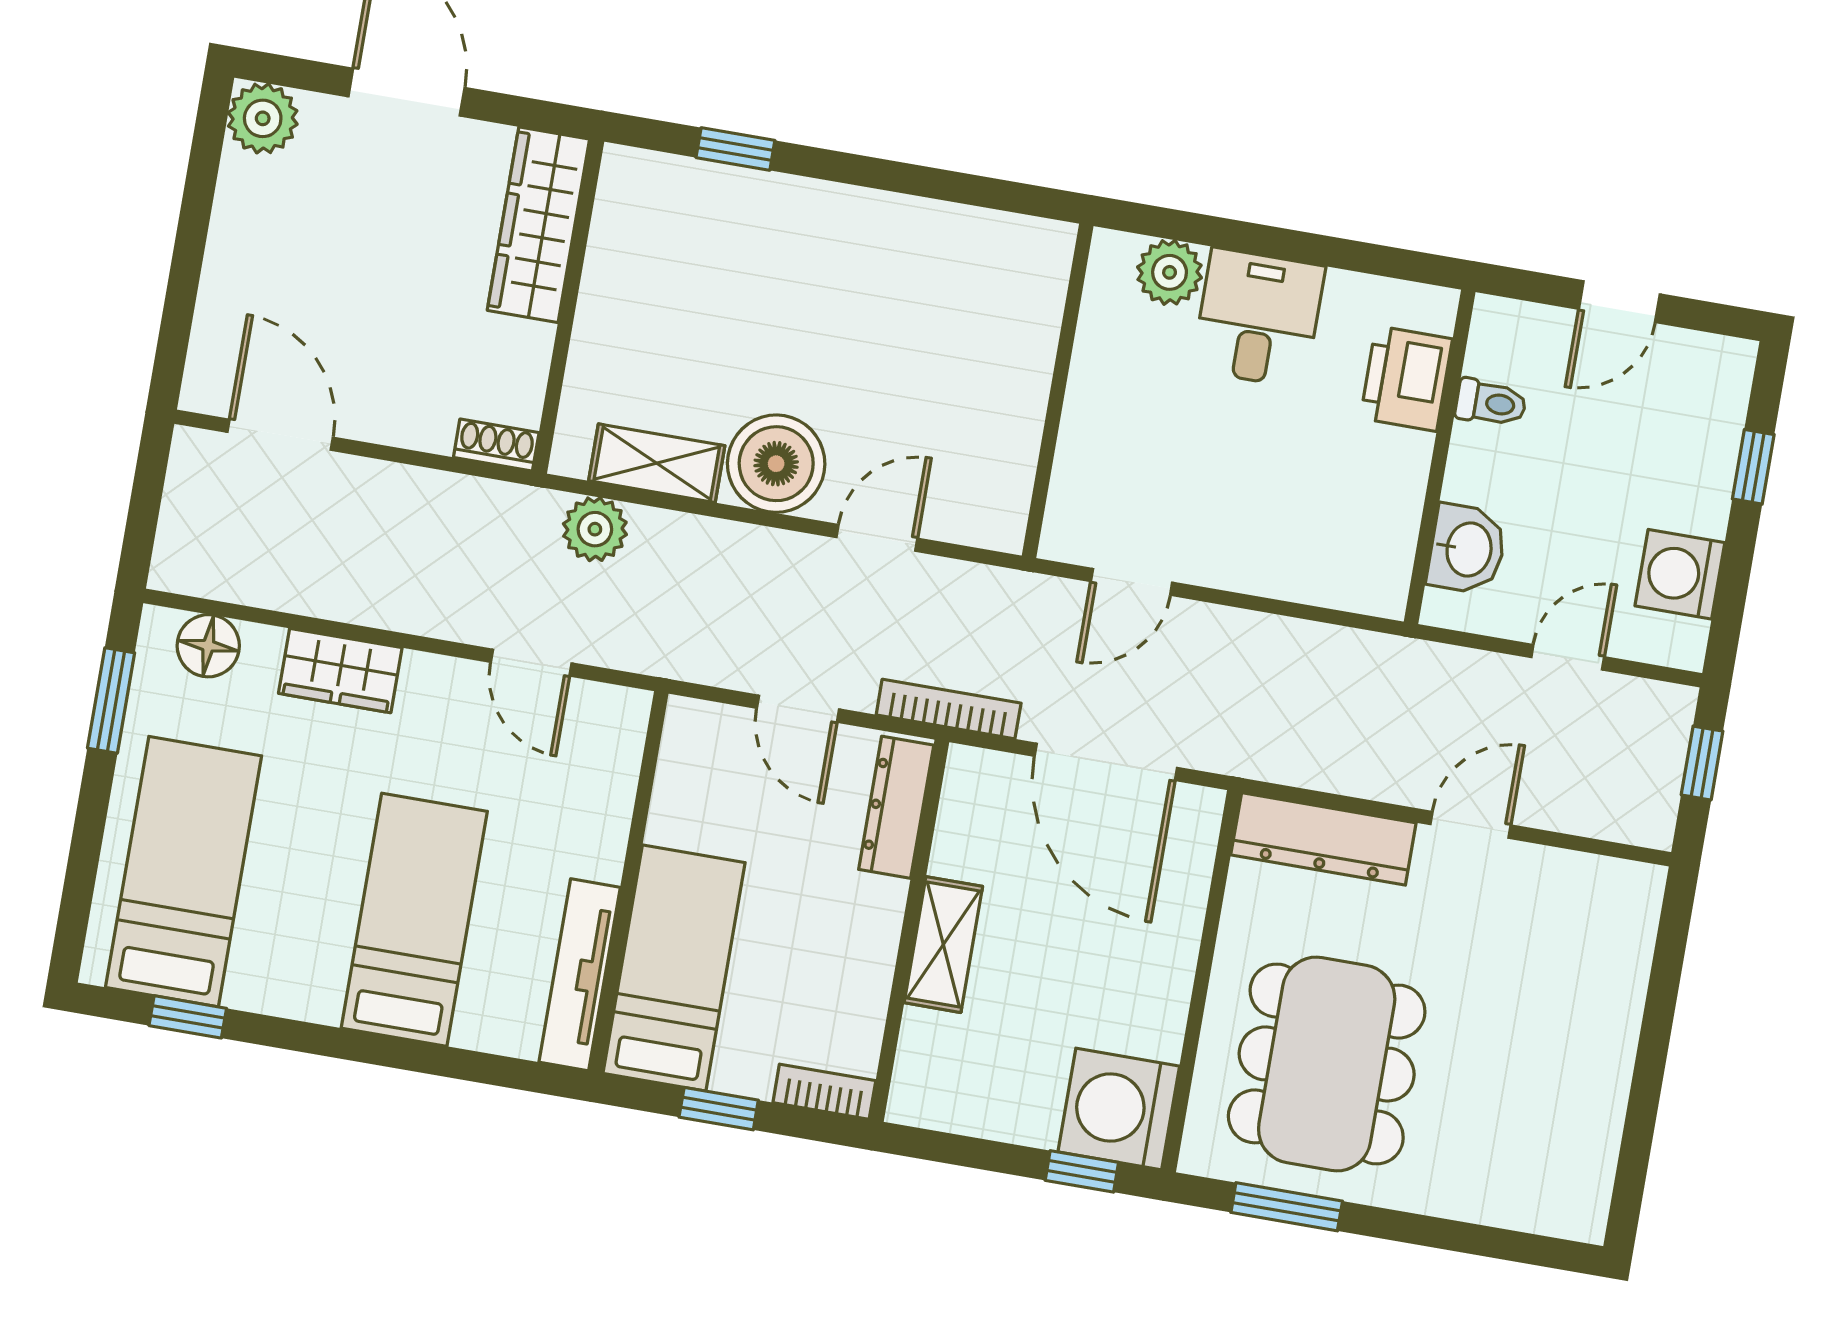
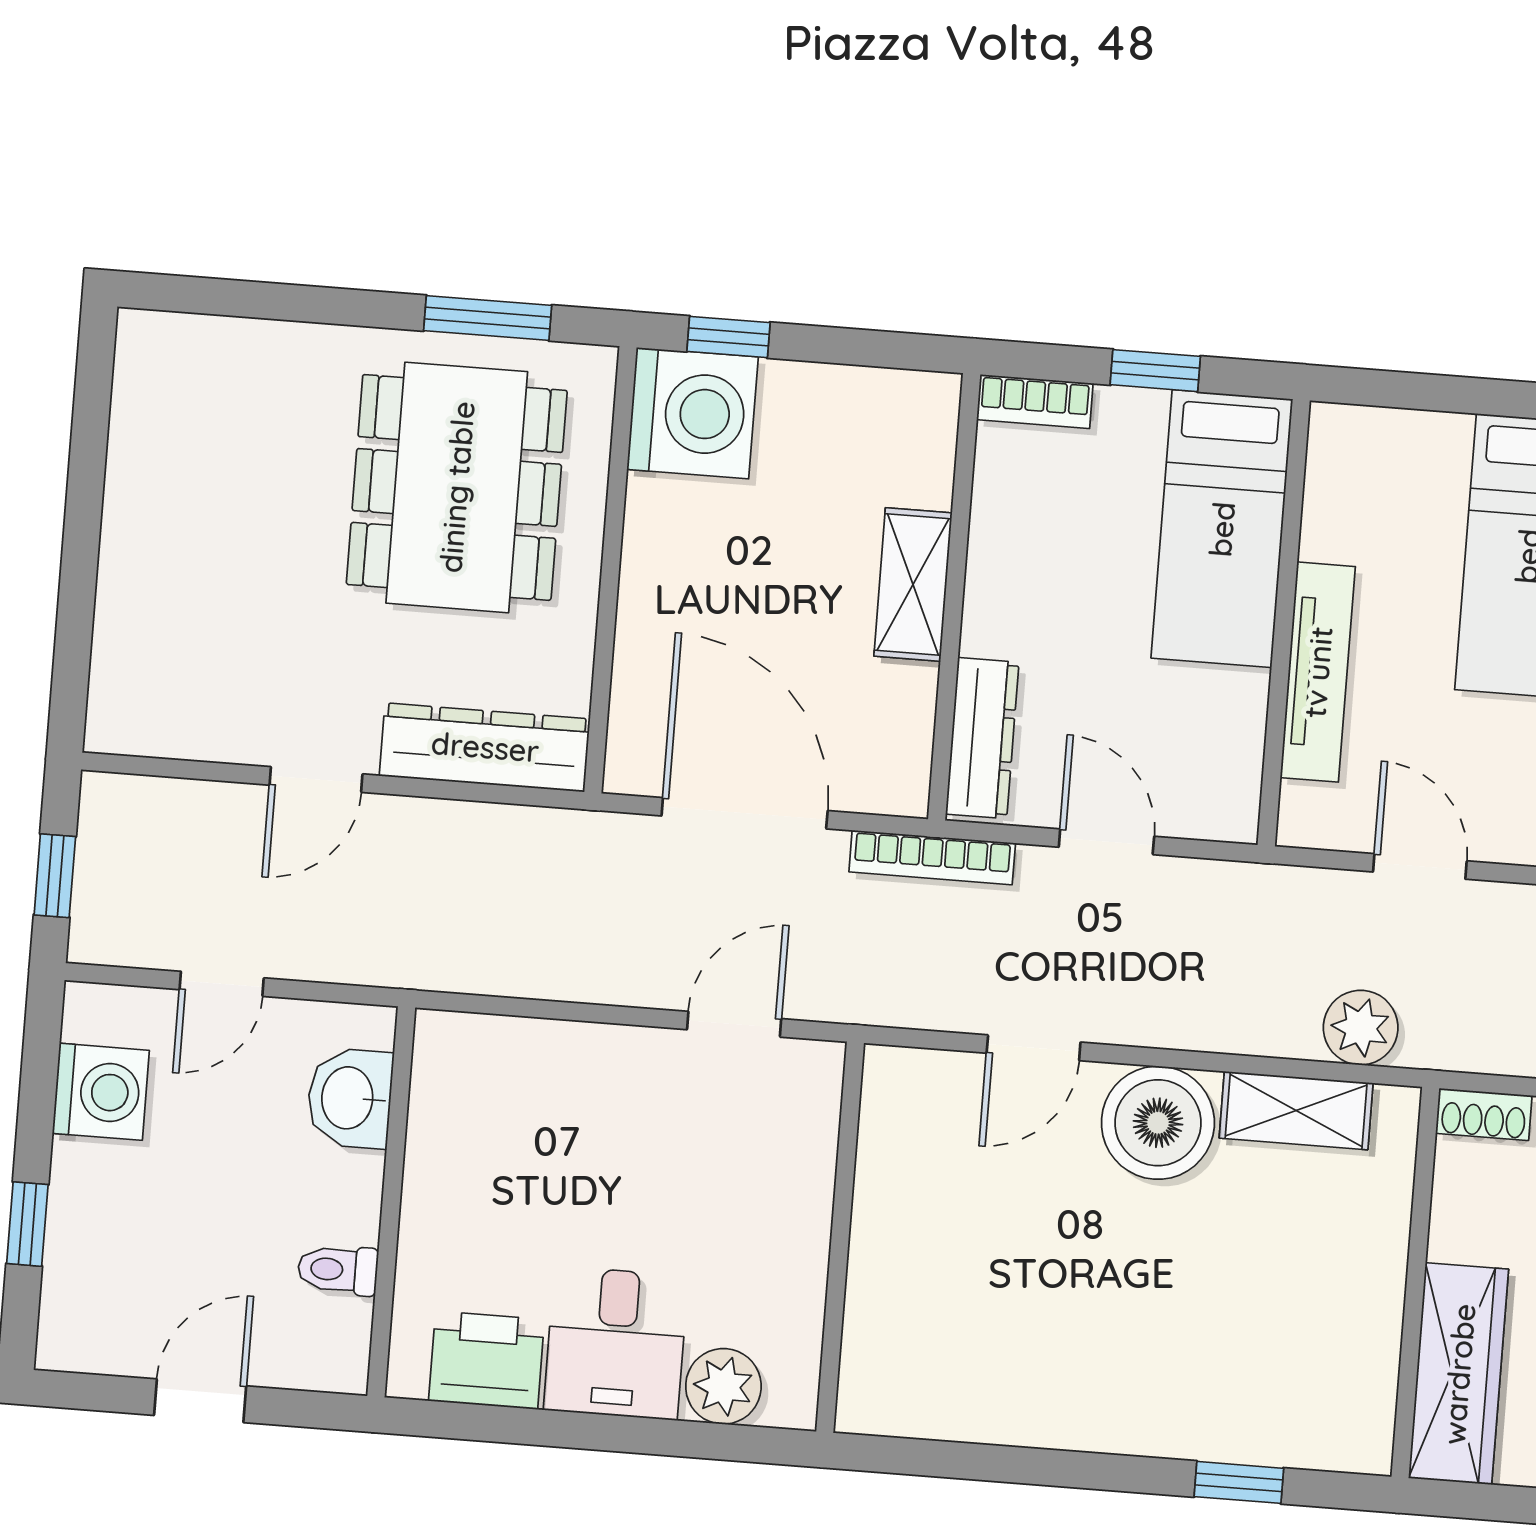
printer: (1406, 379) -> (487, 1360), moved, turned -90
tv unit: (580, 975) -> (1318, 672), moved

